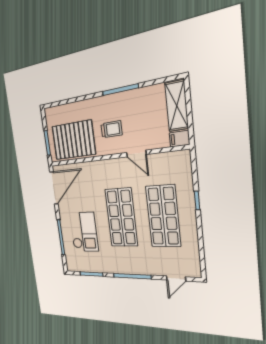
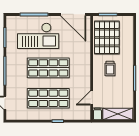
door: (136, 153) -> (92, 98), moved
checkout: (84, 232) -> (38, 36), width x1.36, depth x1.21

